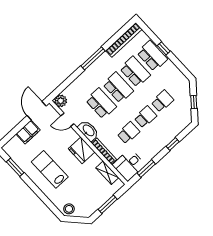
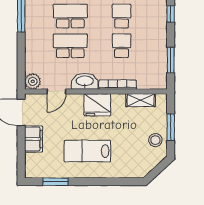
desk: (129, 165) -> (152, 73), removed
stool: (69, 209) -> (155, 140), moved

